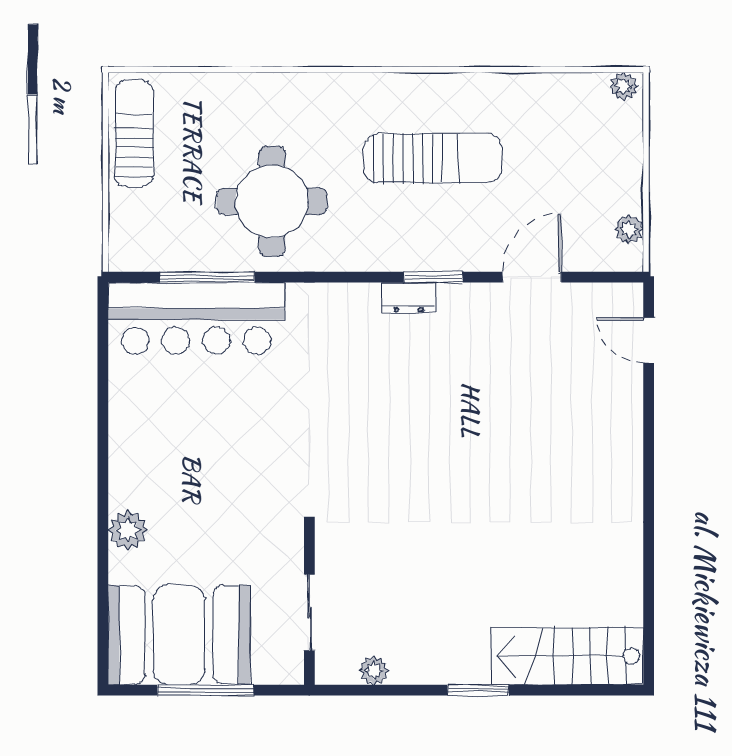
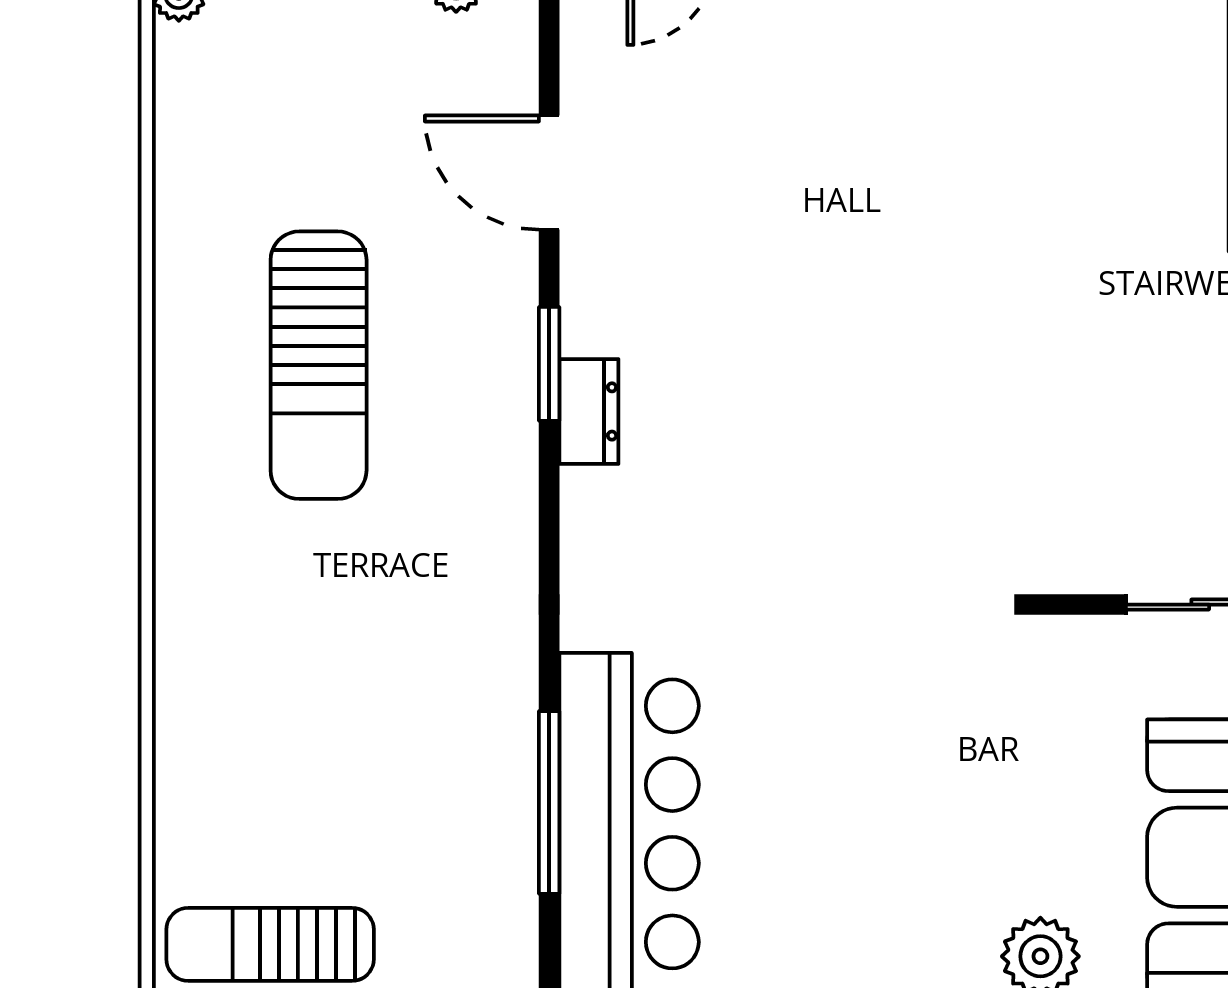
sun lounger: (433, 158) -> (319, 365), turned 180
round table: (272, 201) -> (402, 677), removed

